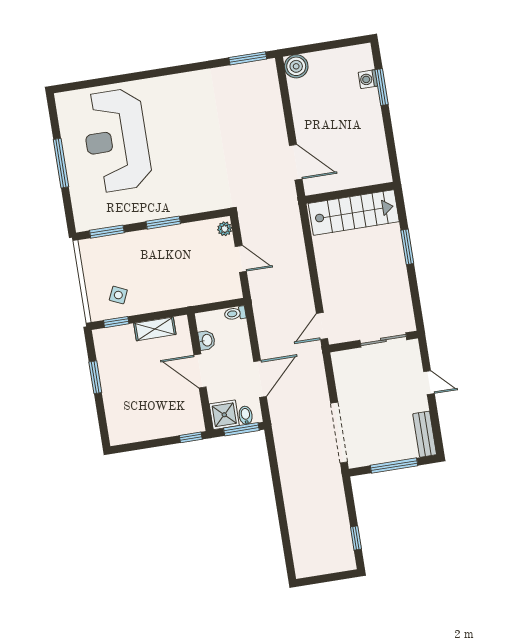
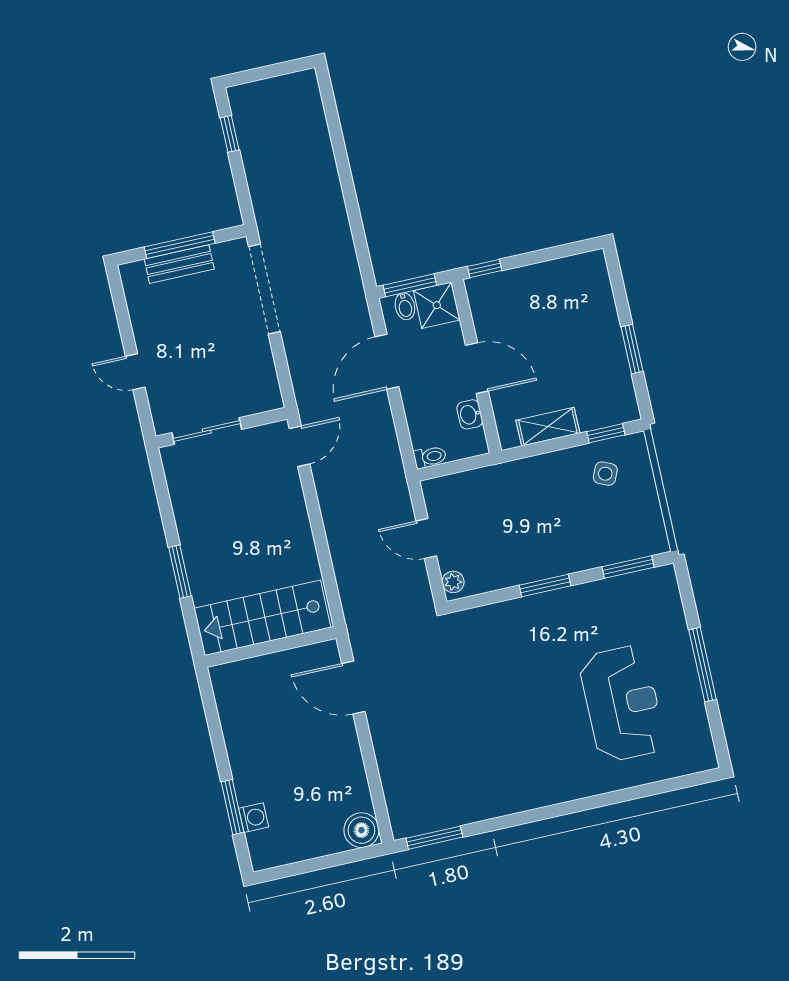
reception desk: (116, 140) -> (622, 704), width x0.74, depth x0.77
bench: (425, 434) -> (179, 264), moved, turned 90

